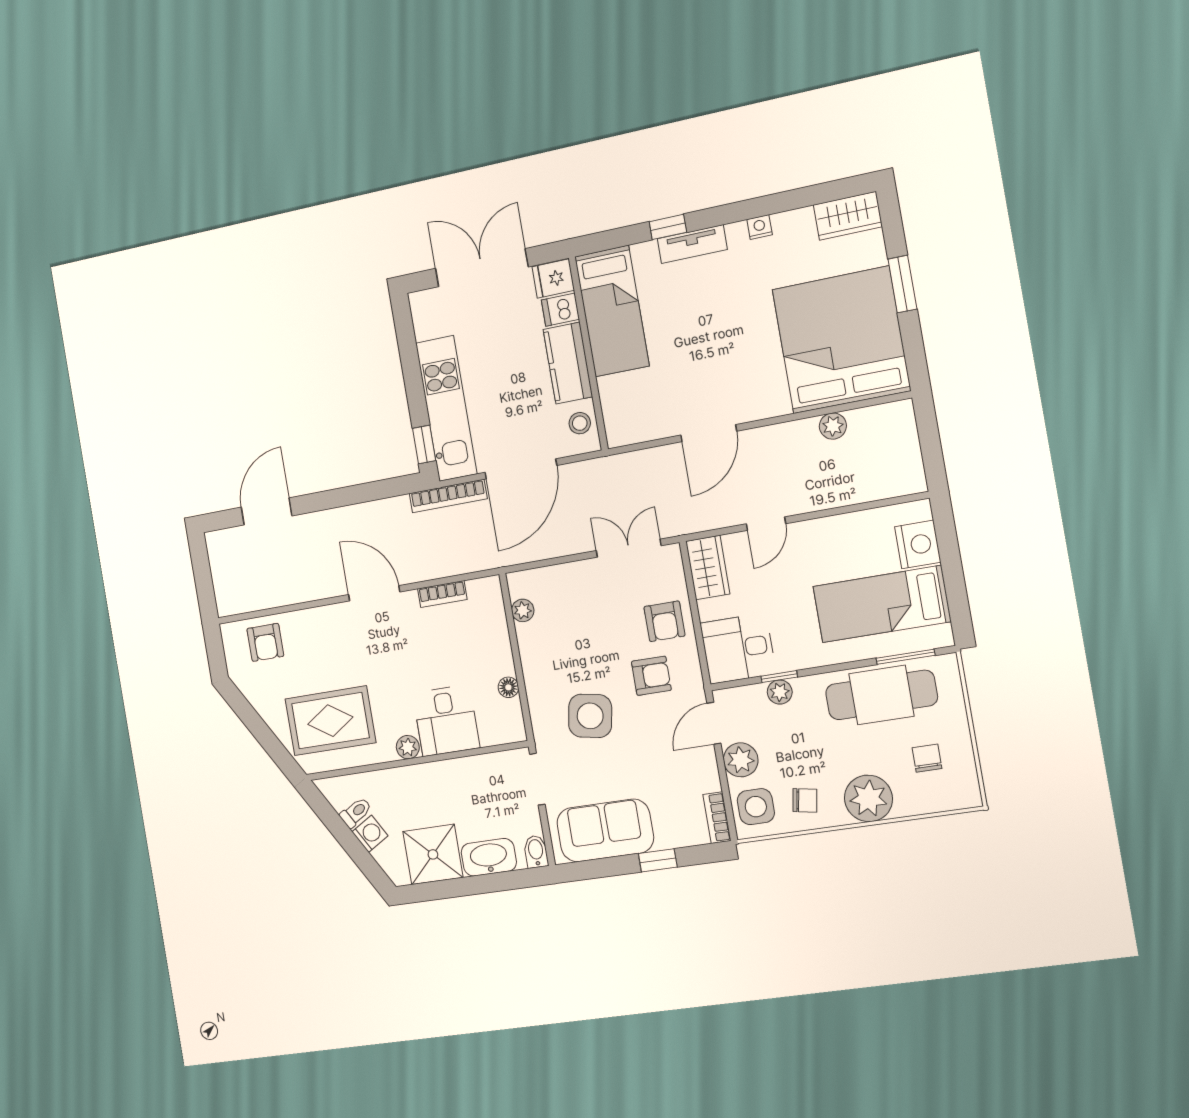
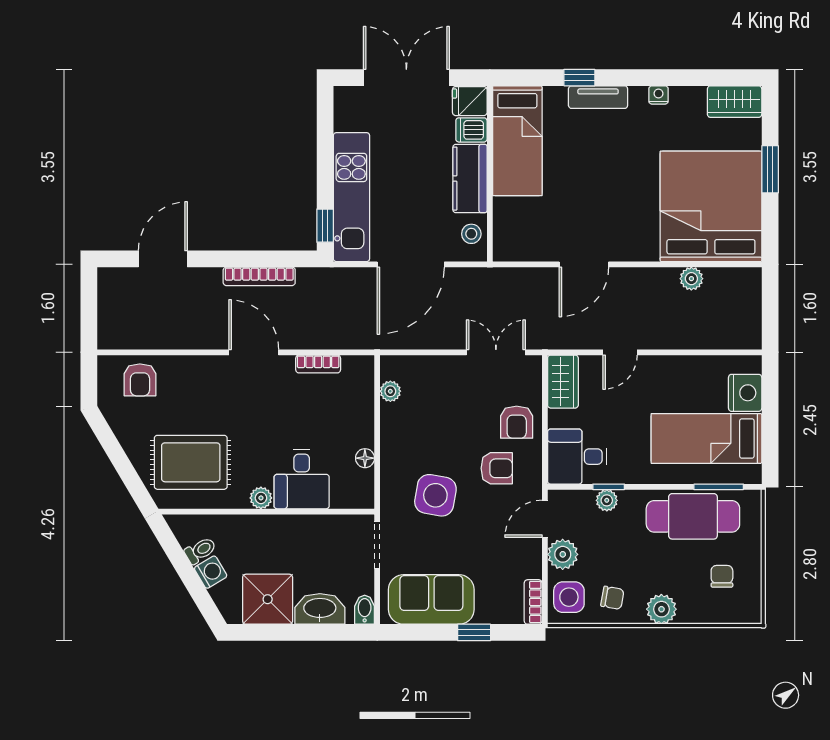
bookcase: (448, 496) -> (259, 276), moved
plant: (868, 798) -> (661, 609), width x0.73, depth x0.73

